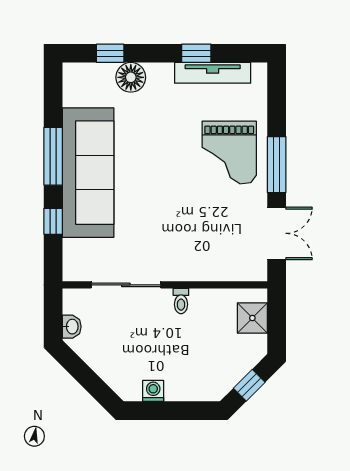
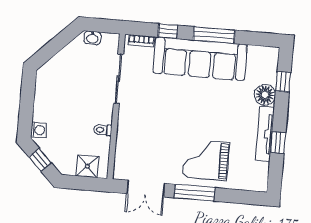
tv unit: (213, 73) -> (265, 134), moved
bookcase: (70, 257) -> (141, 41), added
toilet: (181, 301) -> (103, 130), moved
washing machine: (153, 391) -> (39, 130), moved

